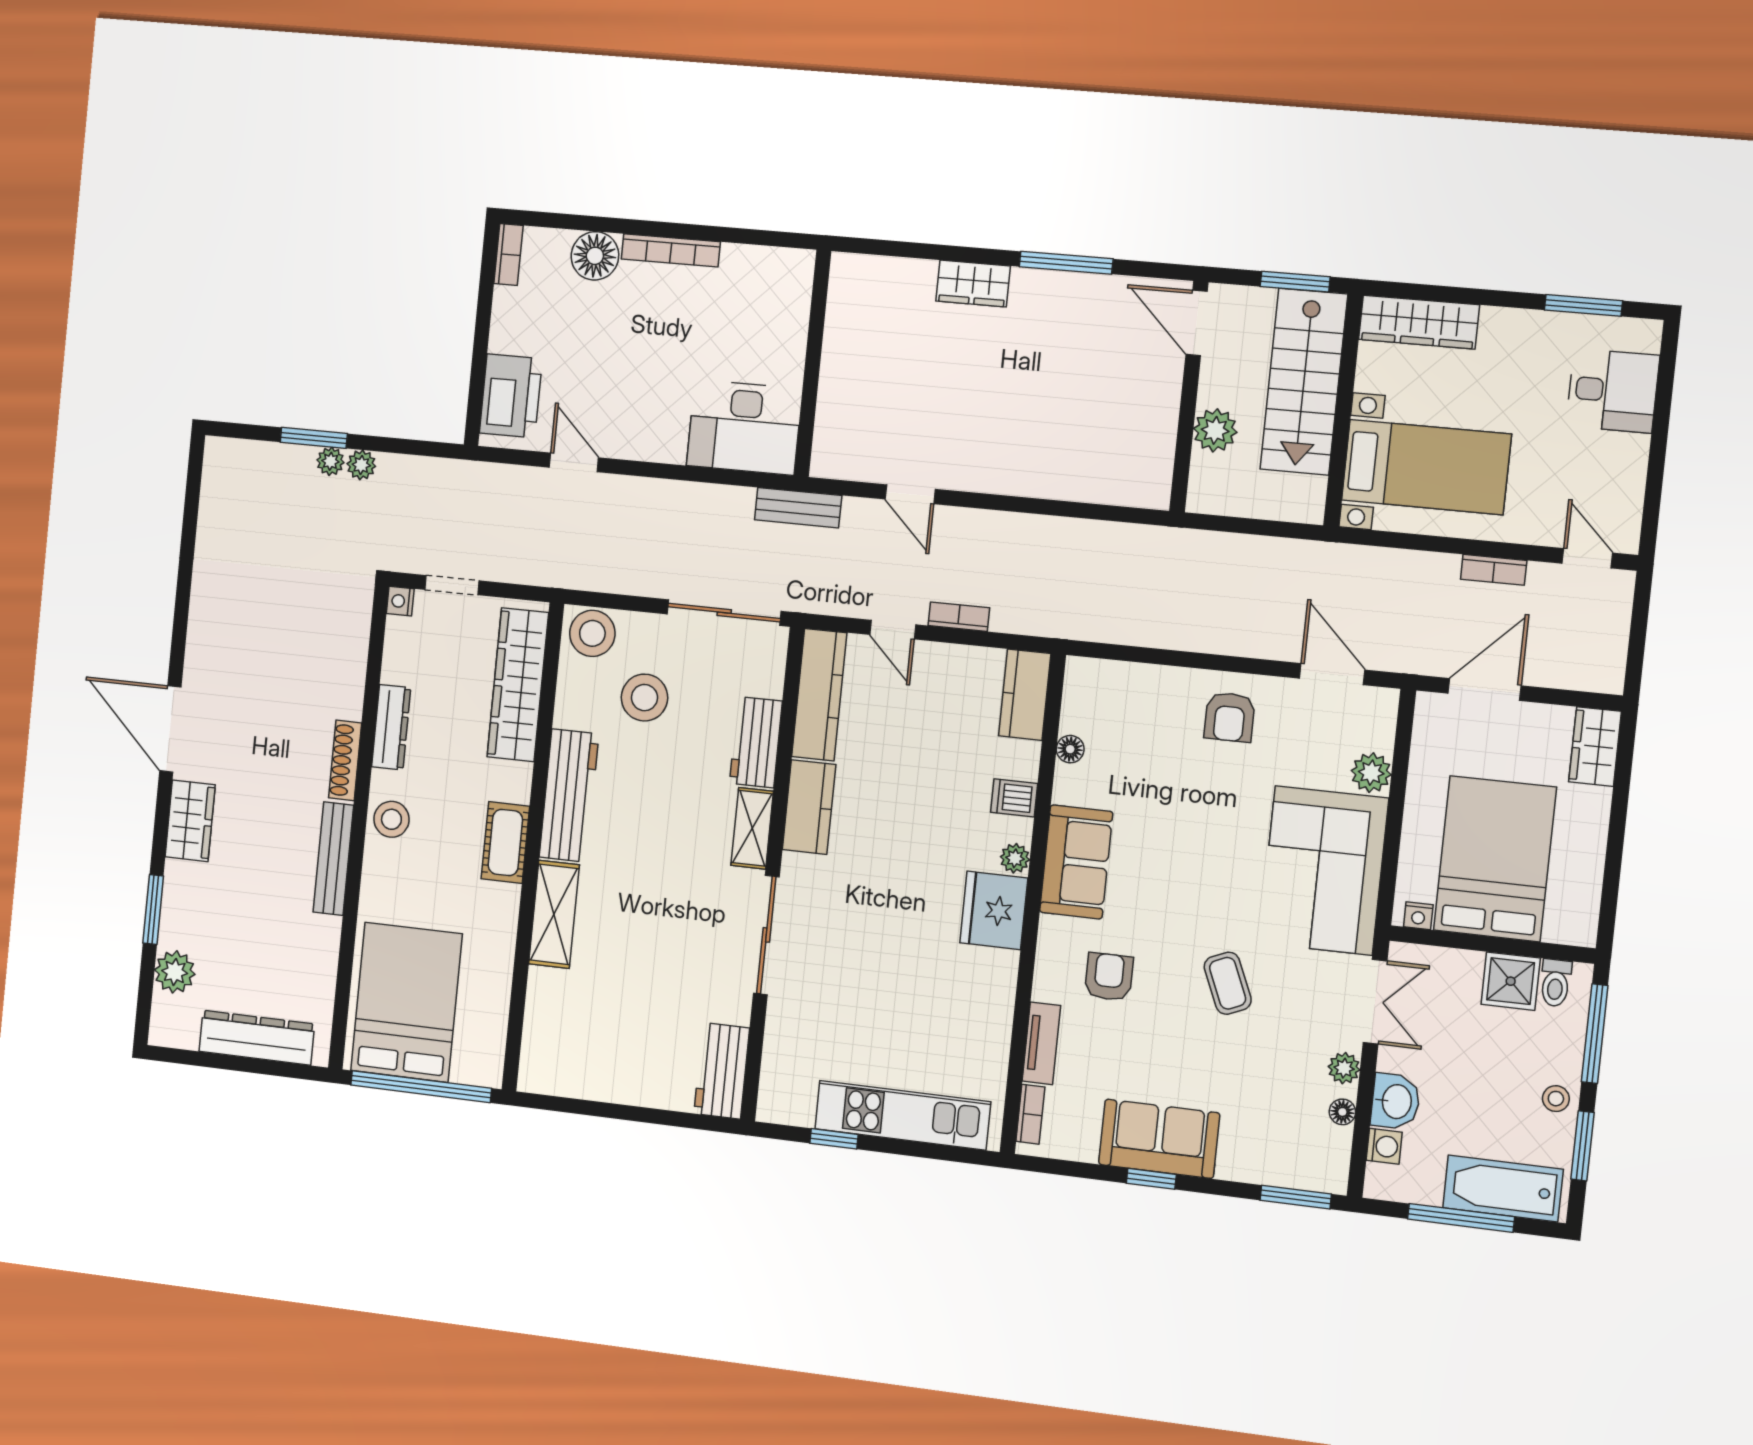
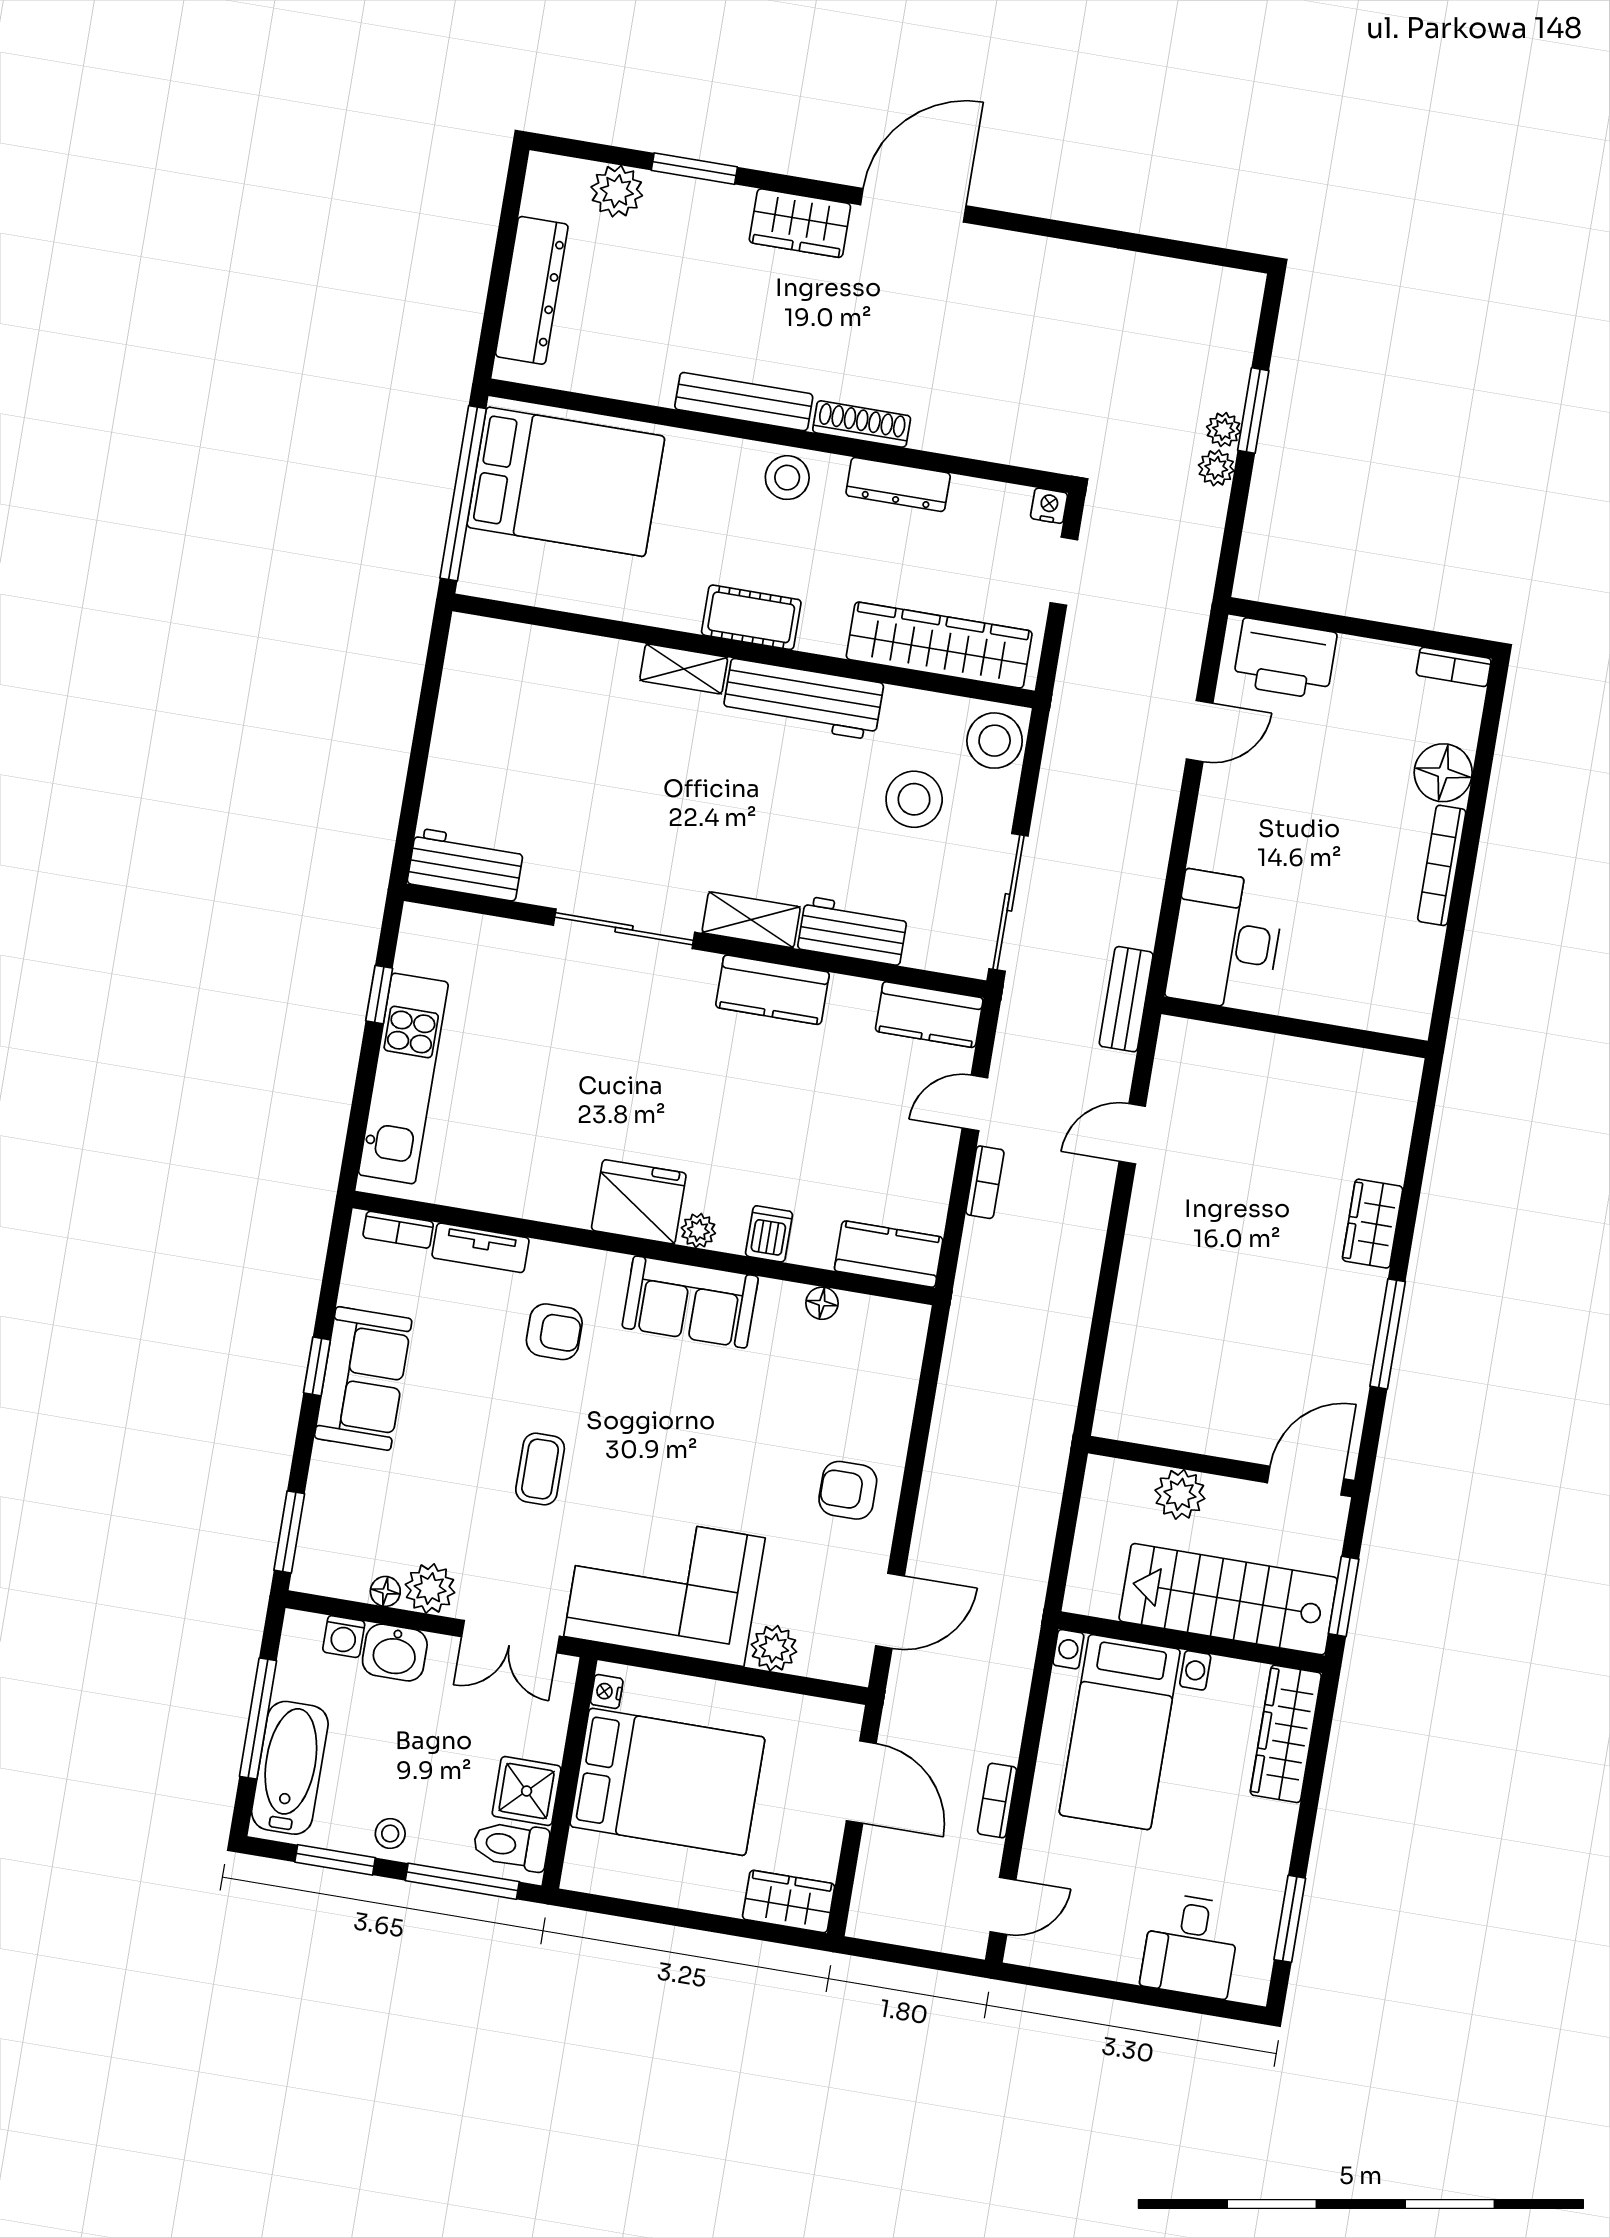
kitchen counter: (819, 695) -> (929, 1015), width x0.67
shelving: (554, 914) -> (684, 669), width x0.67, depth x0.75
coffee table: (1228, 983) -> (540, 1469), turned -67
toilet: (1556, 983) -> (511, 1845), width x1.37, depth x1.39
plant: (1344, 1068) -> (430, 1589), width x1.38, depth x1.38

